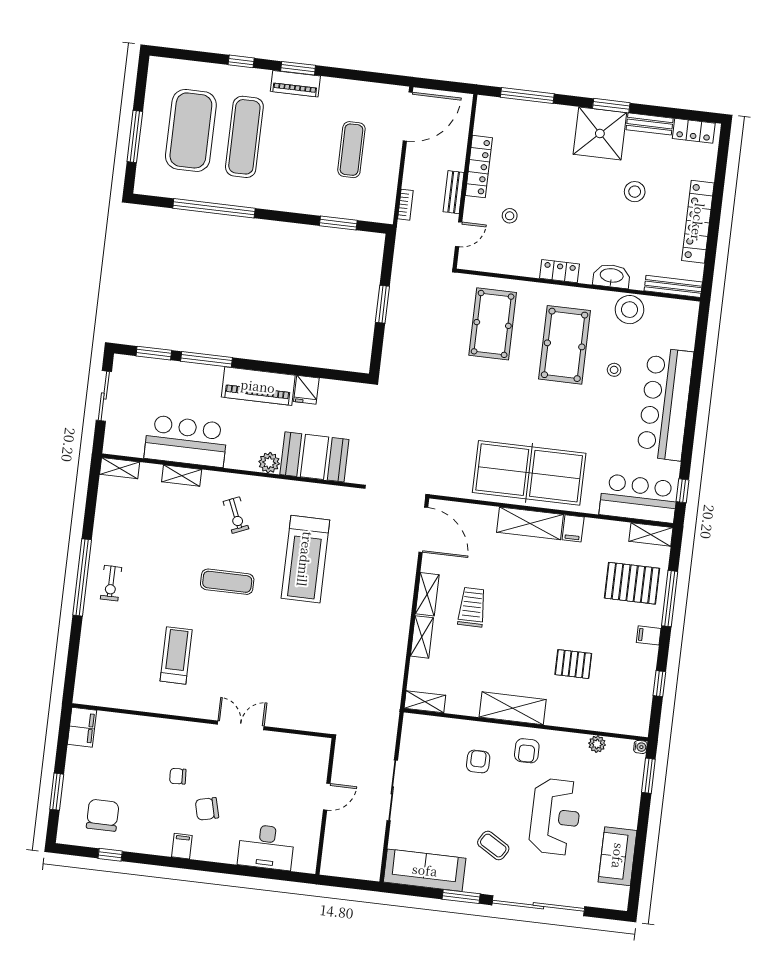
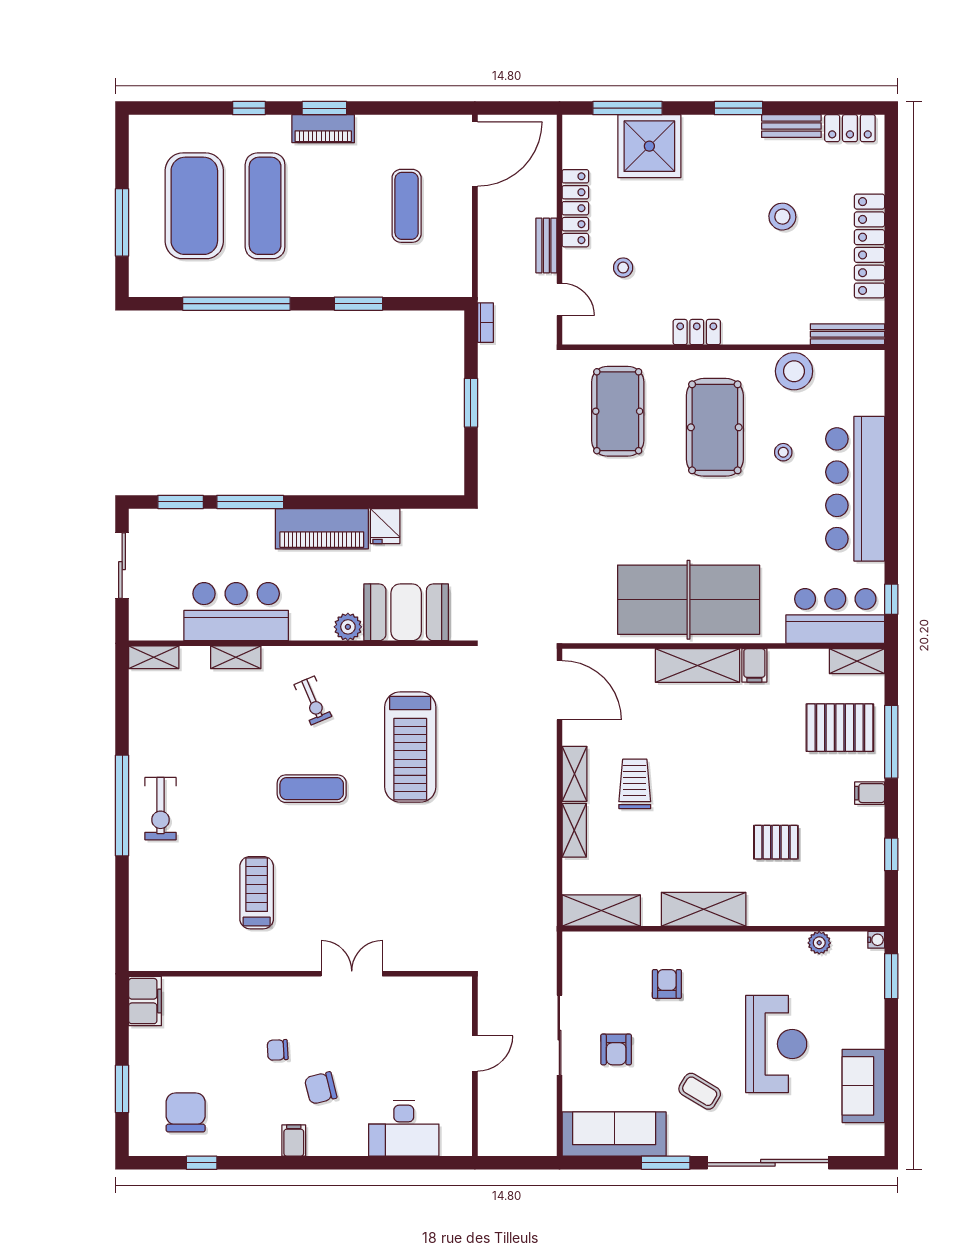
shower: (600, 133) -> (649, 146), moved
bookcase: (405, 205) -> (485, 323), moved
window: (338, 223) -> (358, 304), moved
door: (459, 234) -> (559, 299), hinge flipped
washbasin: (612, 276) -> (765, 330), removed
exercise bike: (111, 583) -> (161, 809), width x1.38, depth x1.39
shelving: (425, 702) -> (601, 911), width x1.50, depth x1.33
armchair: (527, 751) -> (616, 1049), moved

